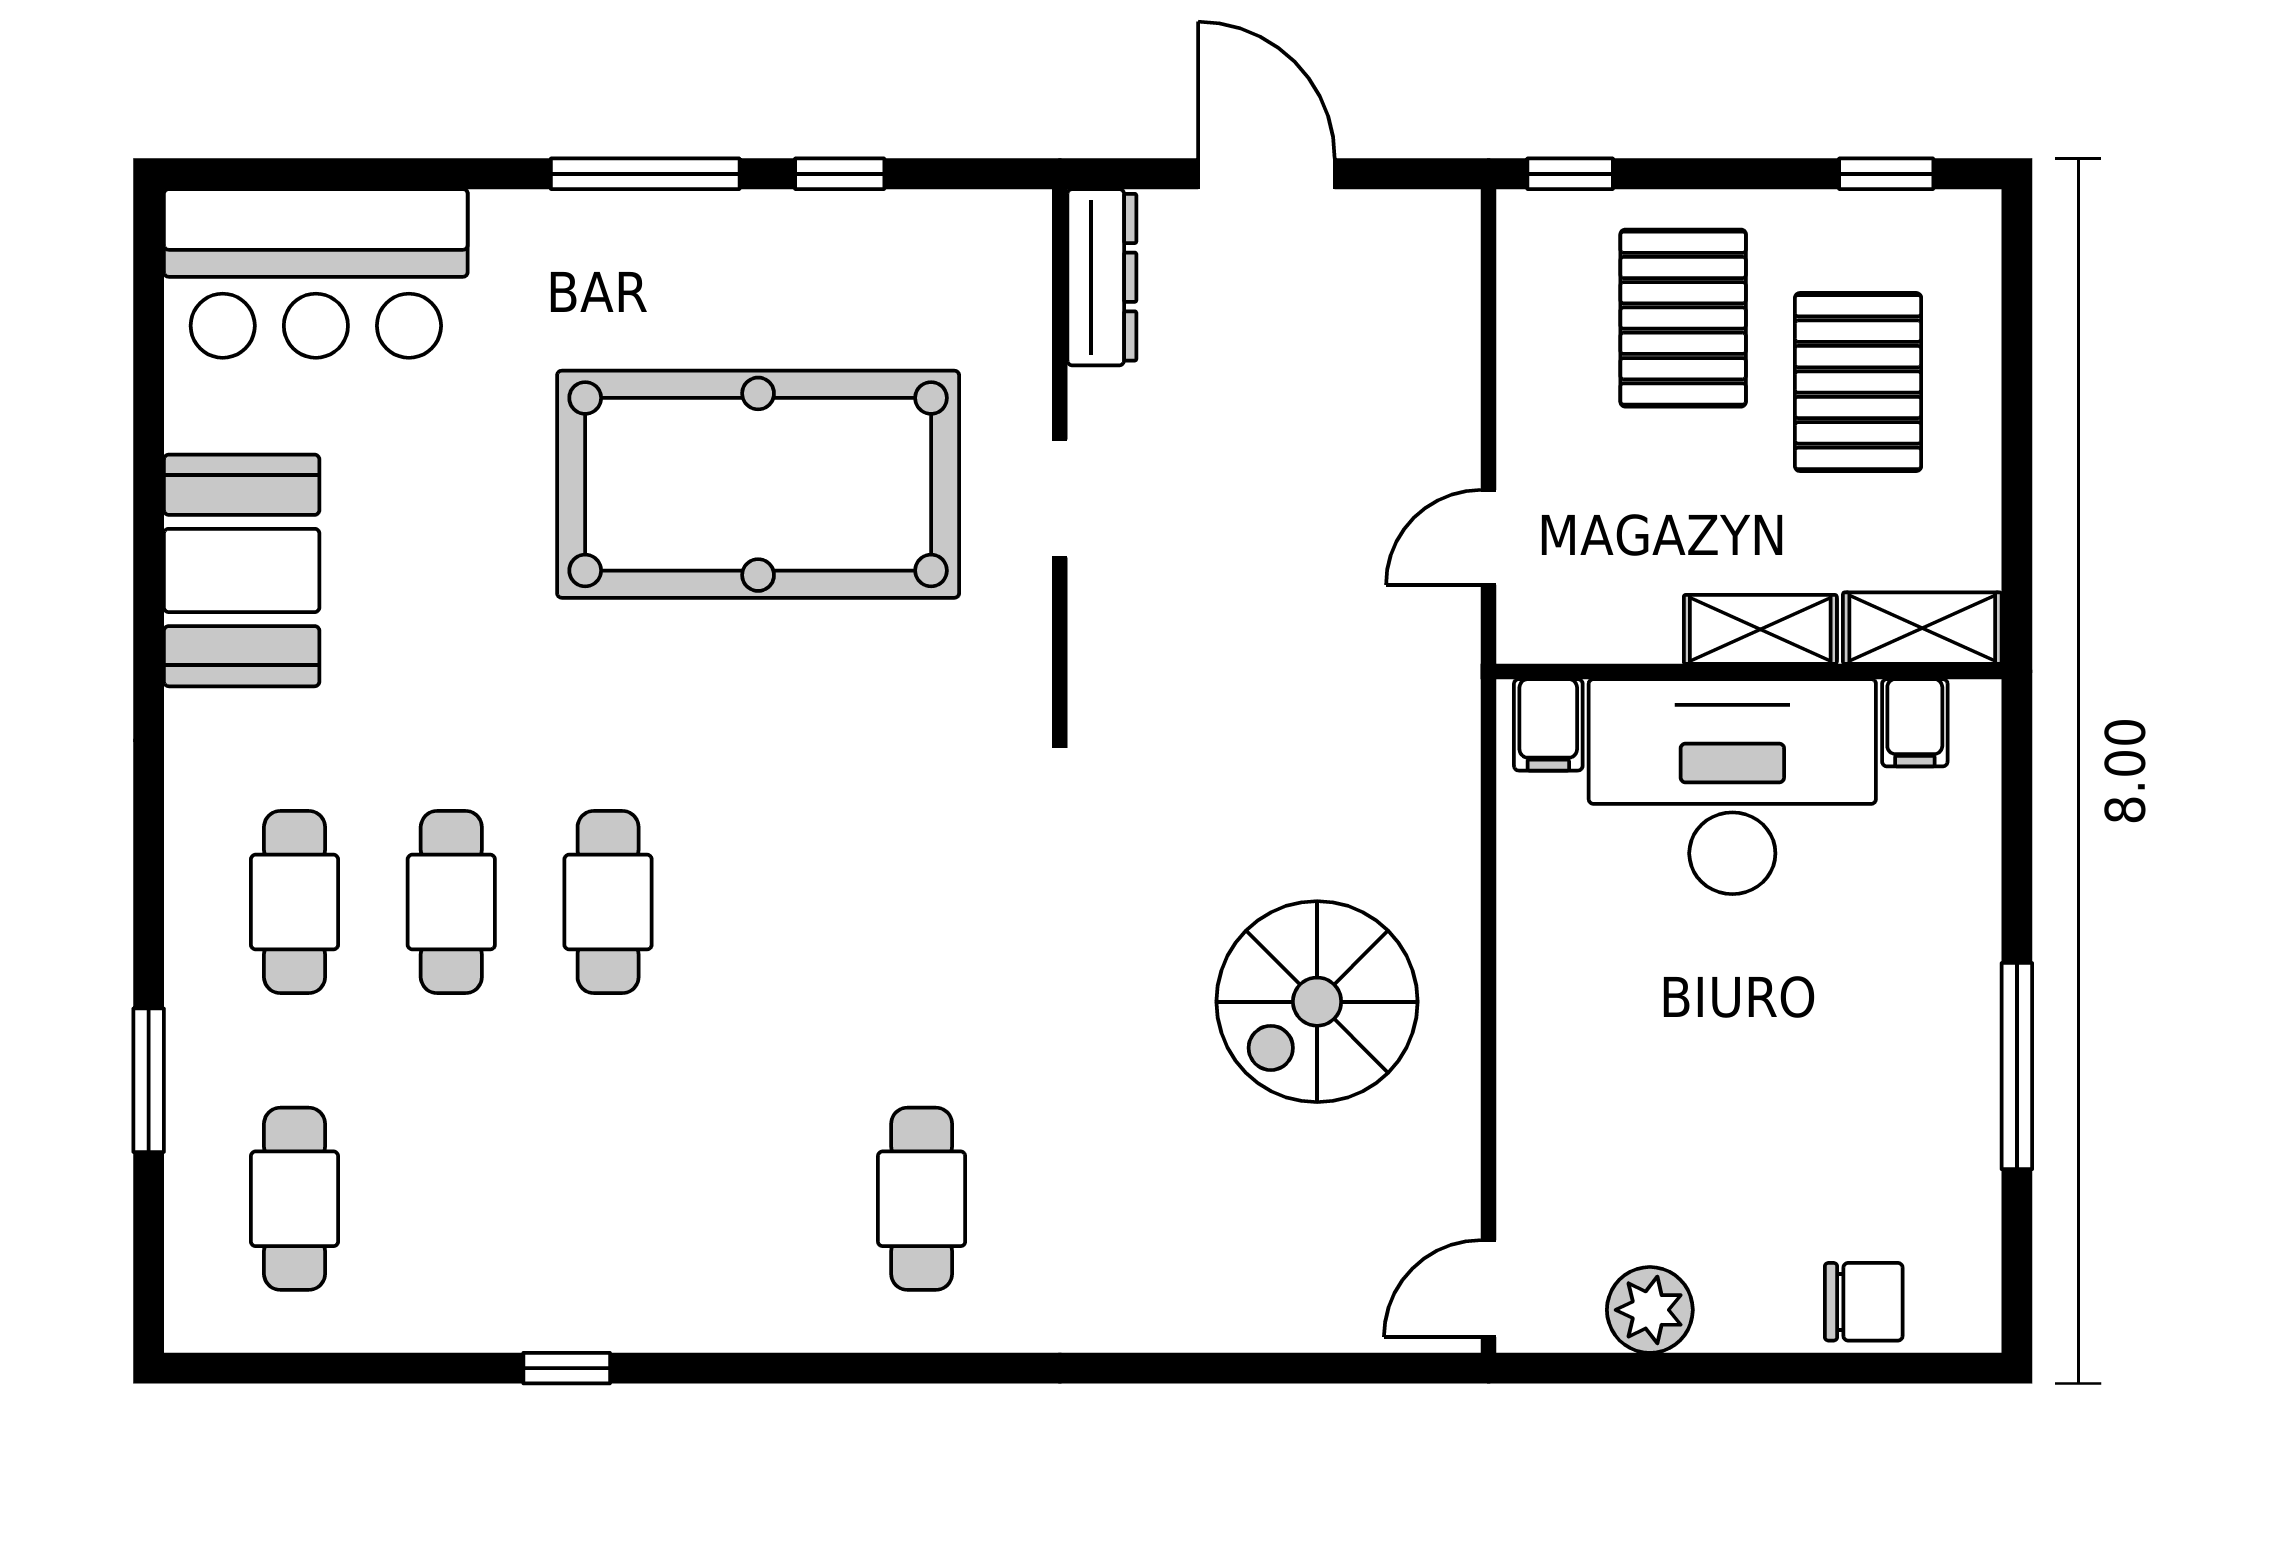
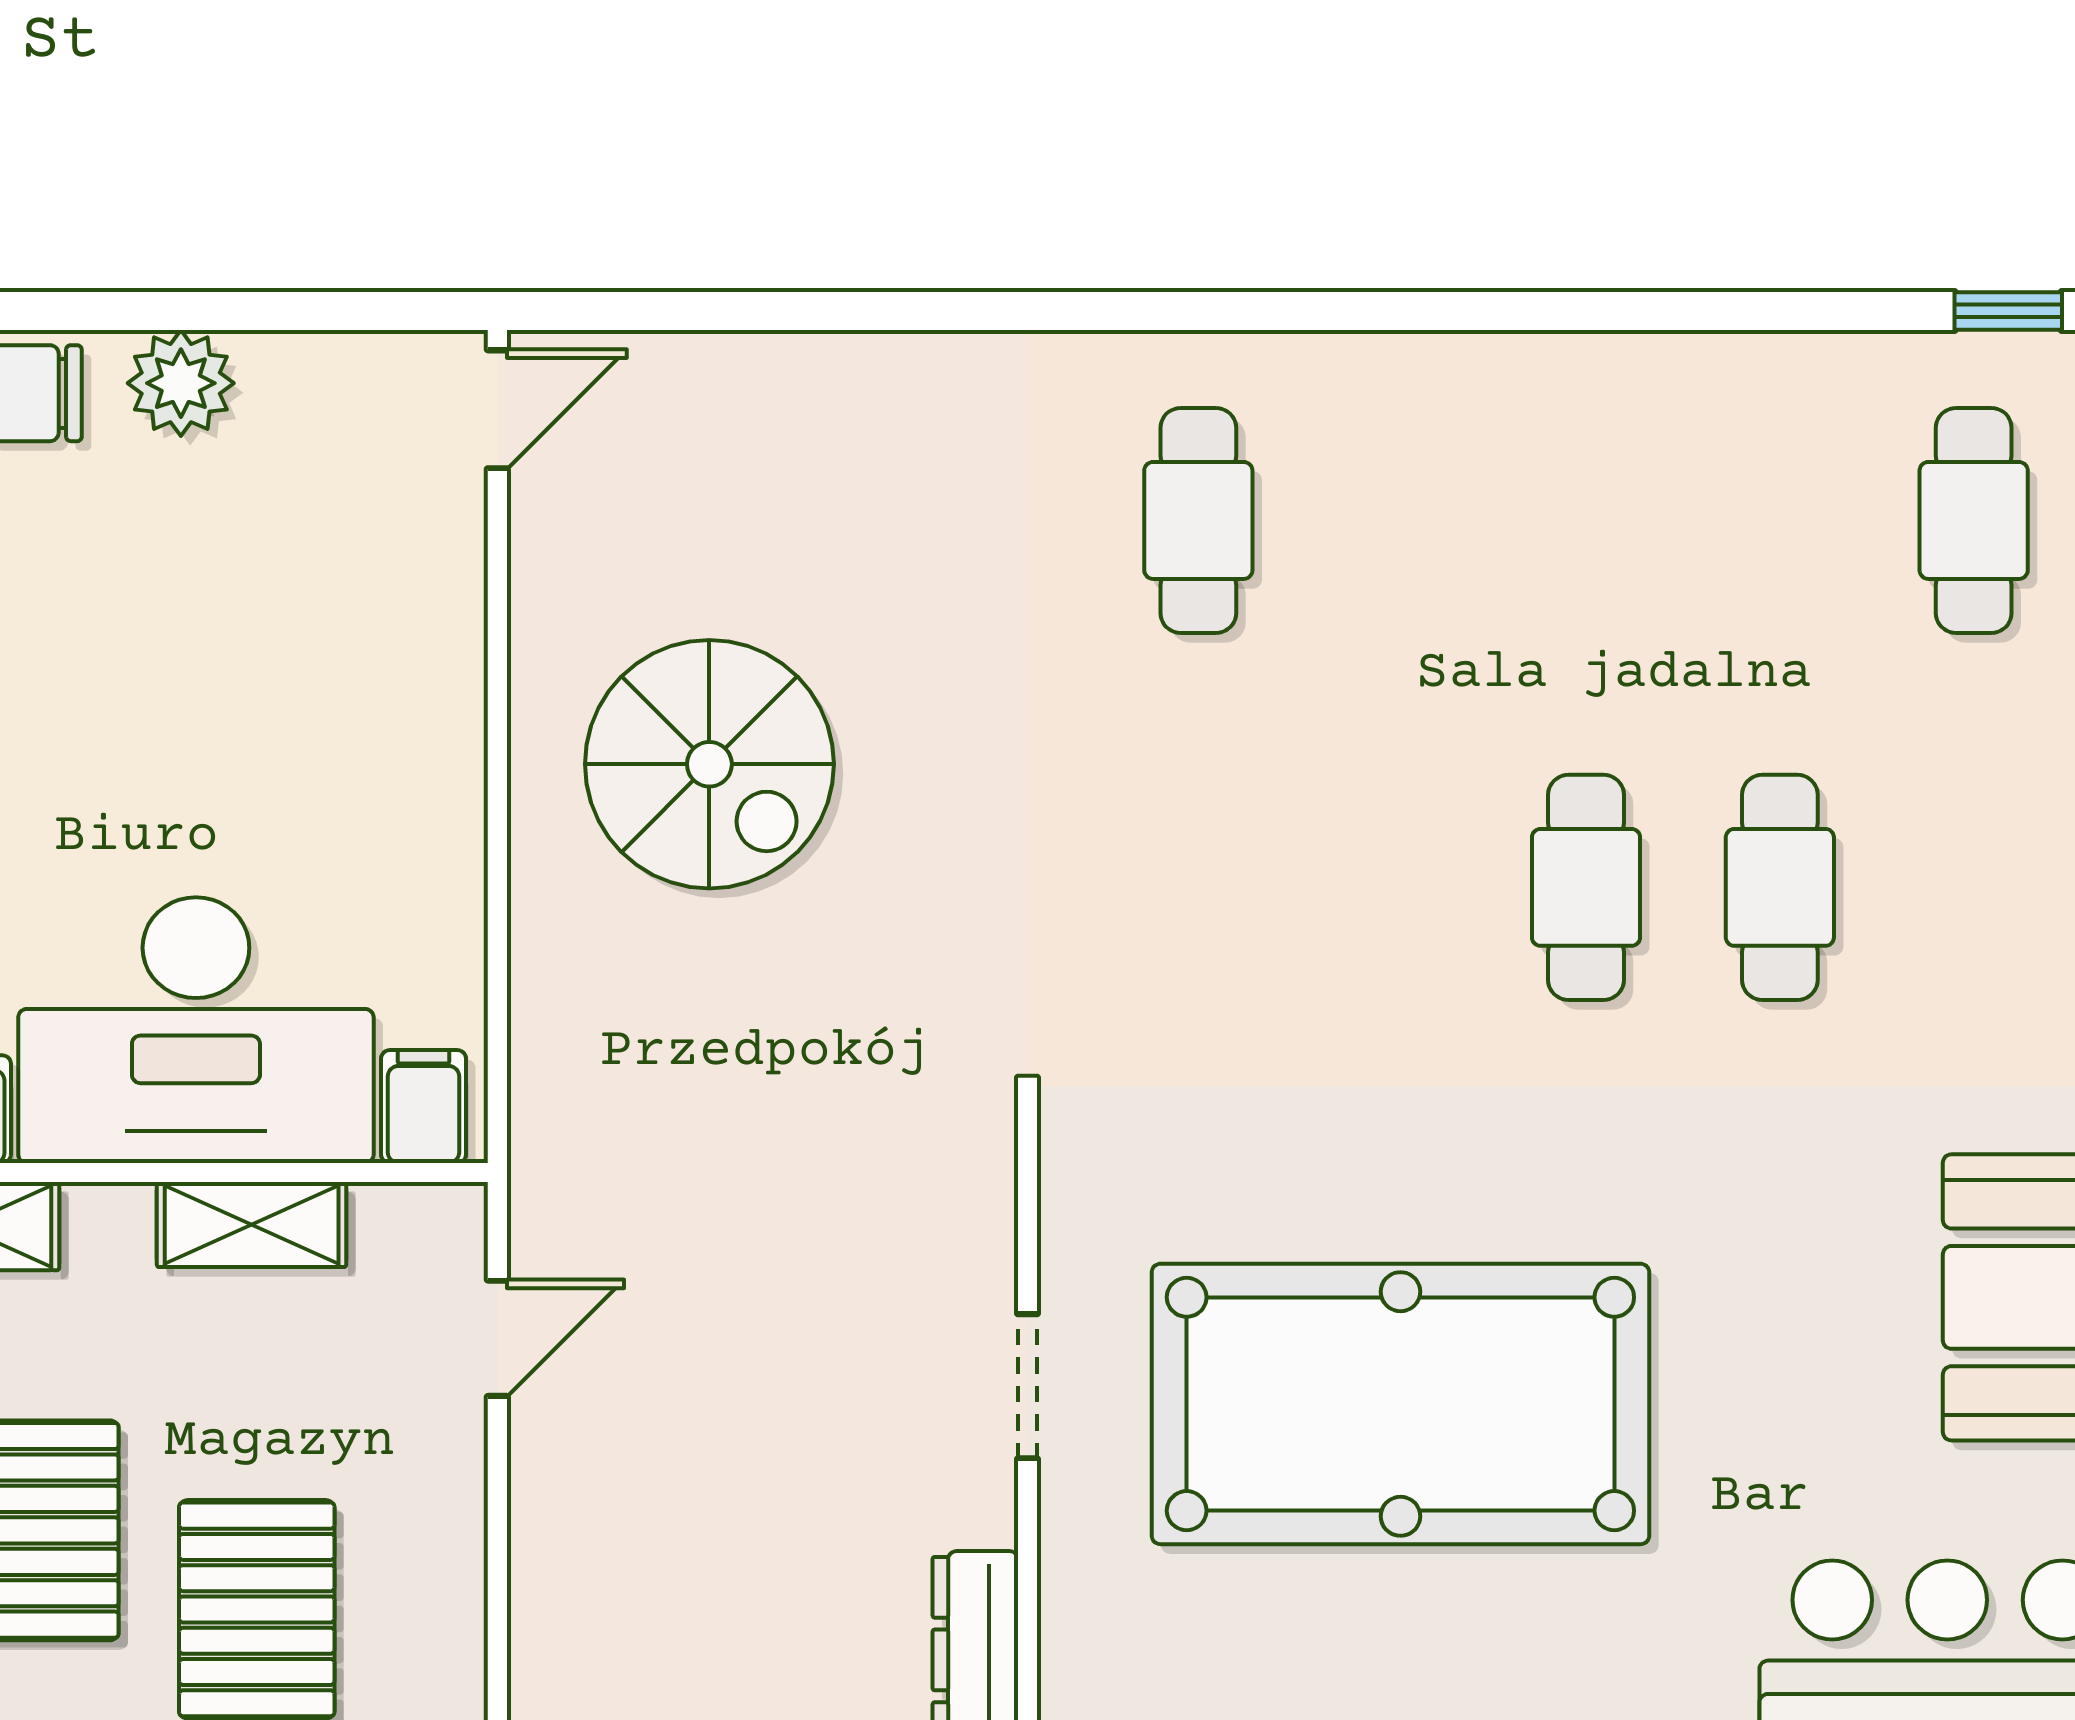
shelving: (1760, 629) -> (252, 1225), moved
cafe table: (295, 902) -> (1974, 887), removed
spiral stairs: (1317, 1002) -> (709, 764), turned 90
plant: (1650, 1310) -> (181, 383), moved
window: (567, 1368) -> (2008, 311), moved

